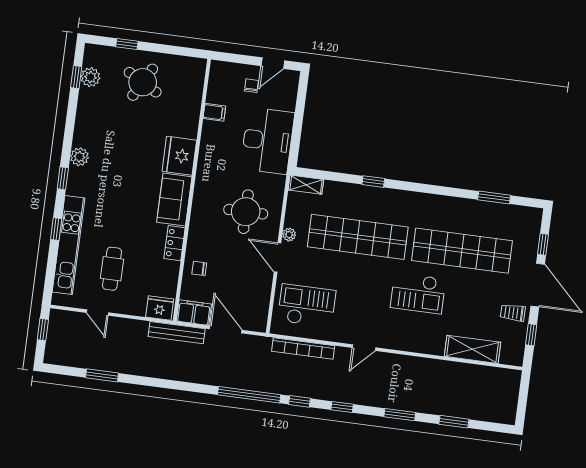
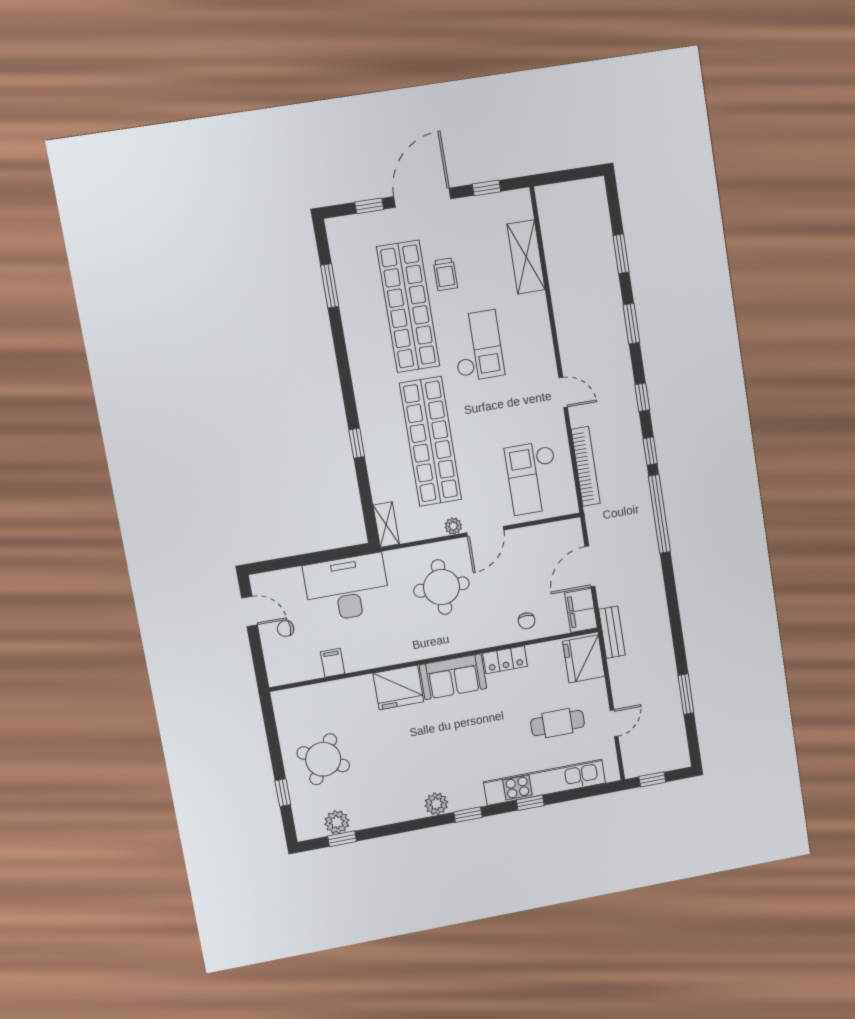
fridge: (160, 308) -> (584, 659), width x1.36, depth x1.34
trolley: (513, 313) -> (445, 274), moved
bench: (177, 333) -> (612, 632), width x0.73

